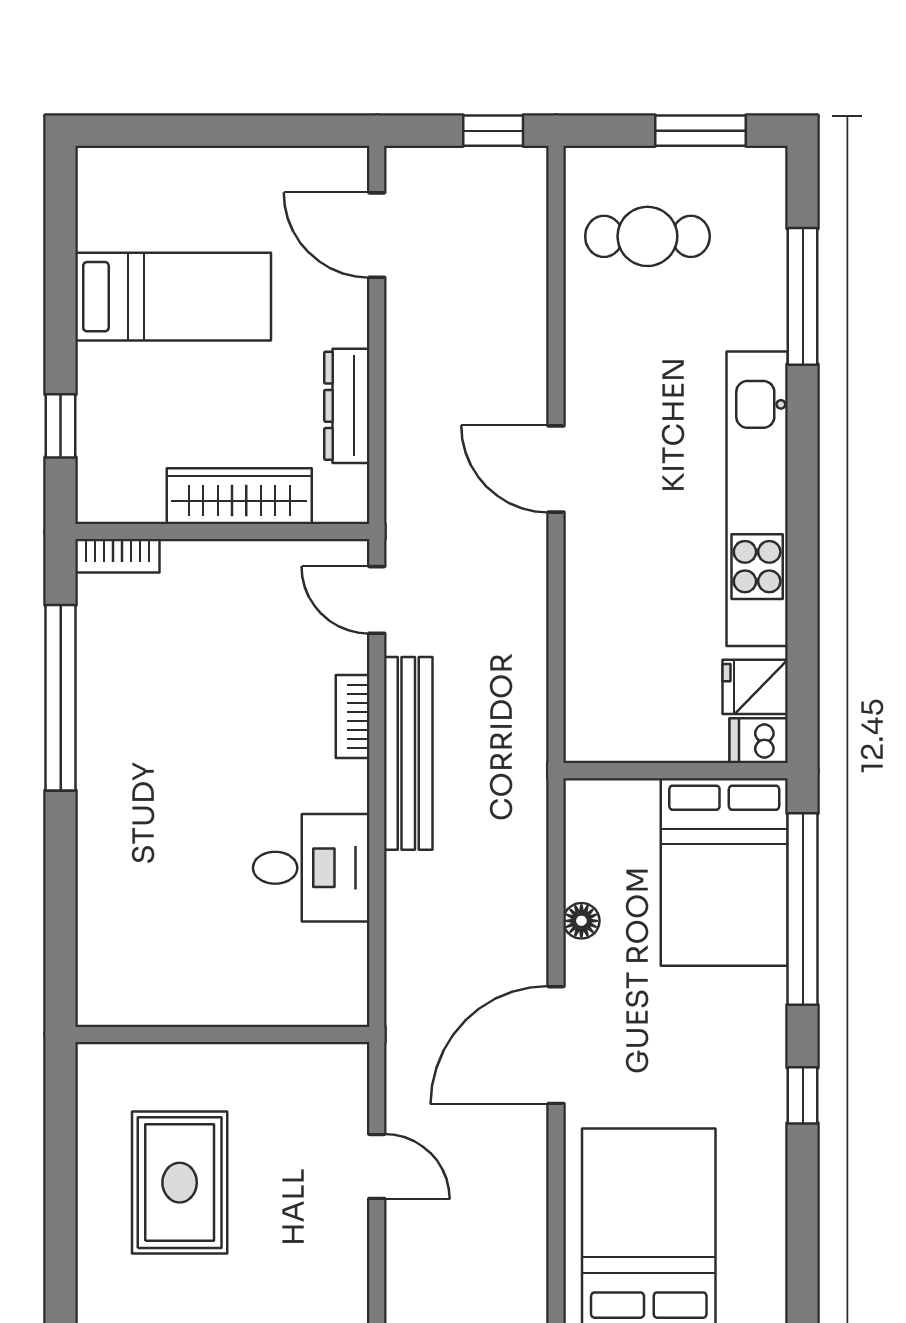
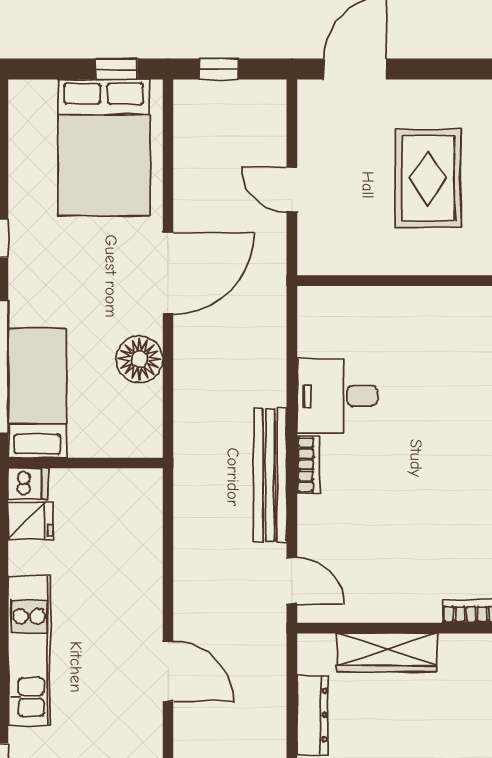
kitchen unit: (757, 499) -> (29, 651), width x0.73
bookcase: (353, 716) -> (309, 465), moved
bed: (724, 872) -> (37, 393), width x0.67
floor lamp: (581, 921) -> (139, 359), width x1.89, depth x1.89

